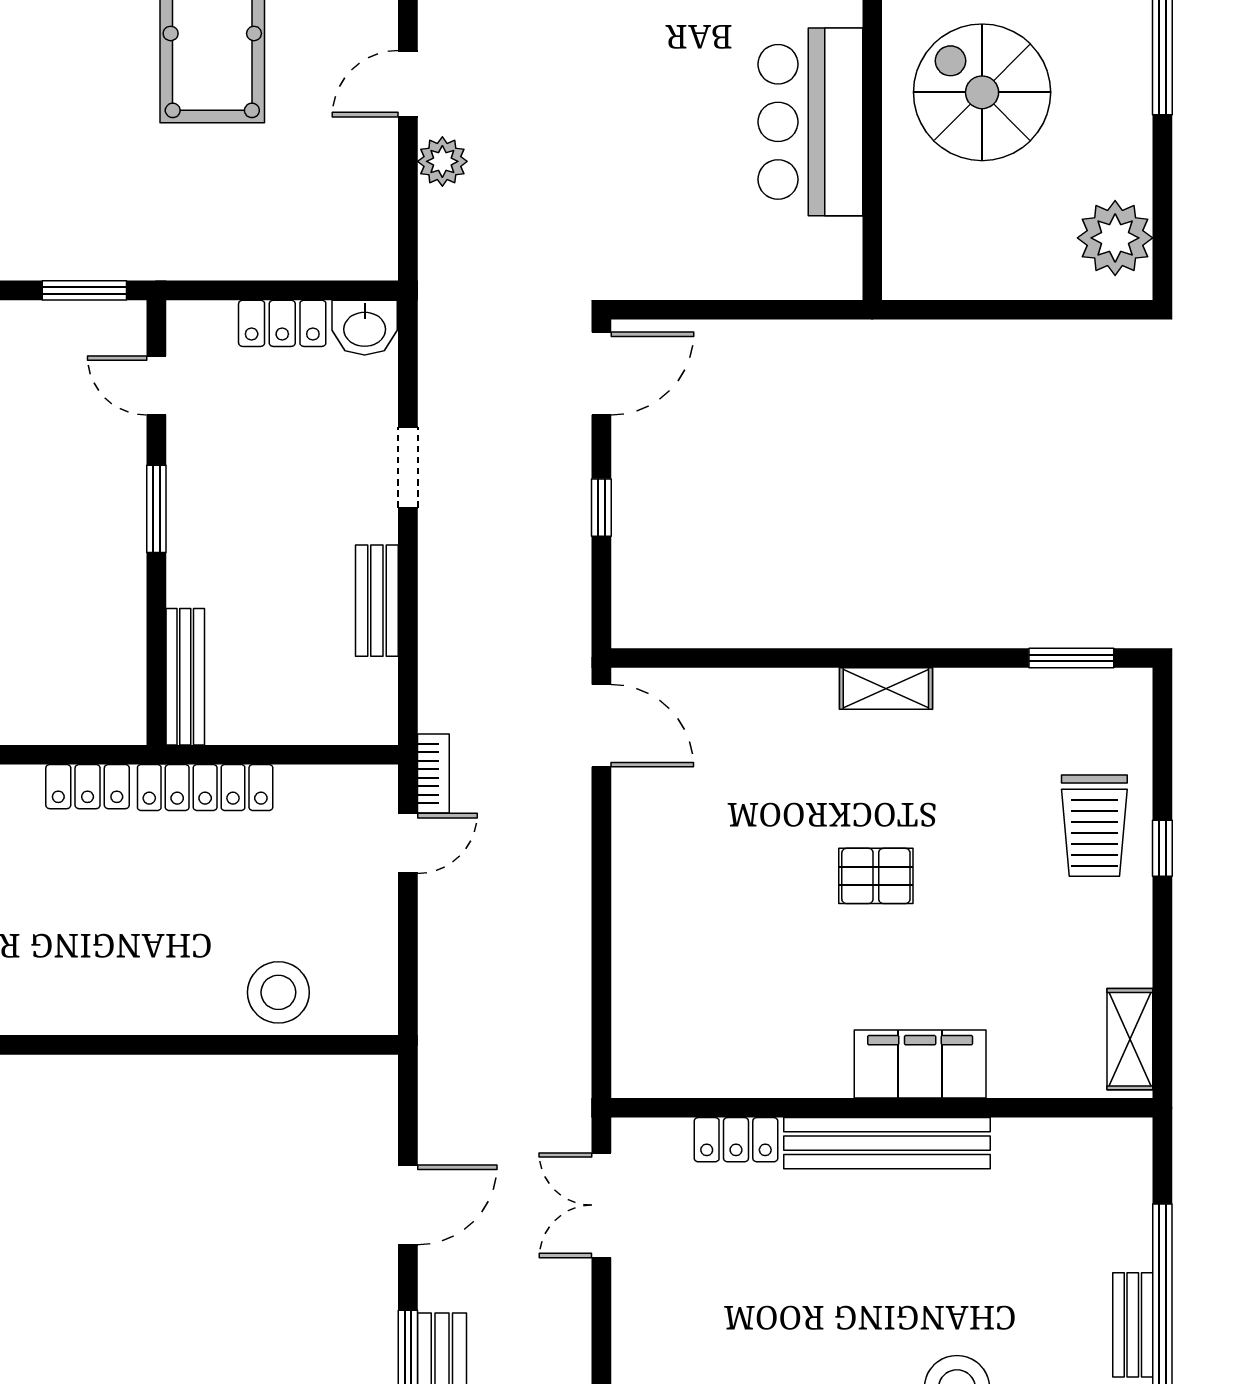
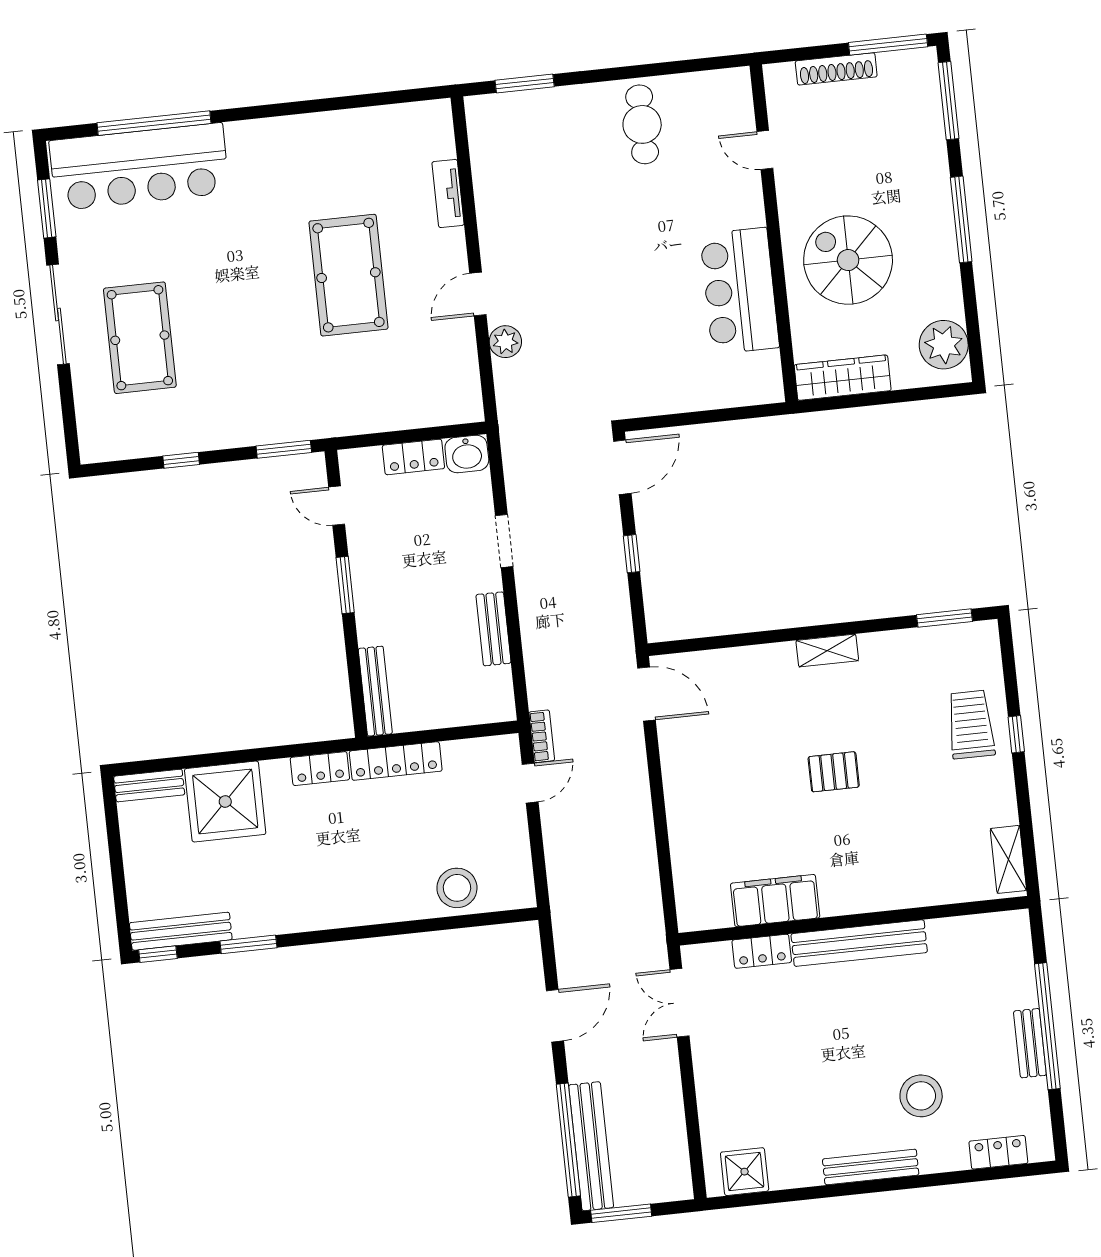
wardrobe: (954, 272) -> (843, 378), added
trolley: (1094, 826) -> (971, 724), turned 180
filing cabinet: (920, 1064) -> (775, 901), moved

